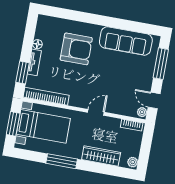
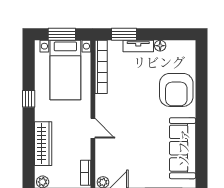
armchair: (76, 49) -> (176, 90), moved
window: (62, 161) -> (29, 99), width x0.46

